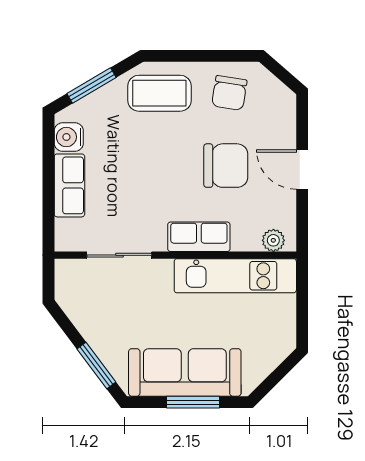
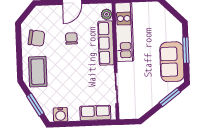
chair: (226, 166) -> (71, 38), width x0.54, depth x0.54
row of seats: (69, 185) -> (95, 113), moved
row of seats: (199, 237) -> (106, 43), width x1.48
sofa: (185, 372) -> (172, 62), width x0.73

